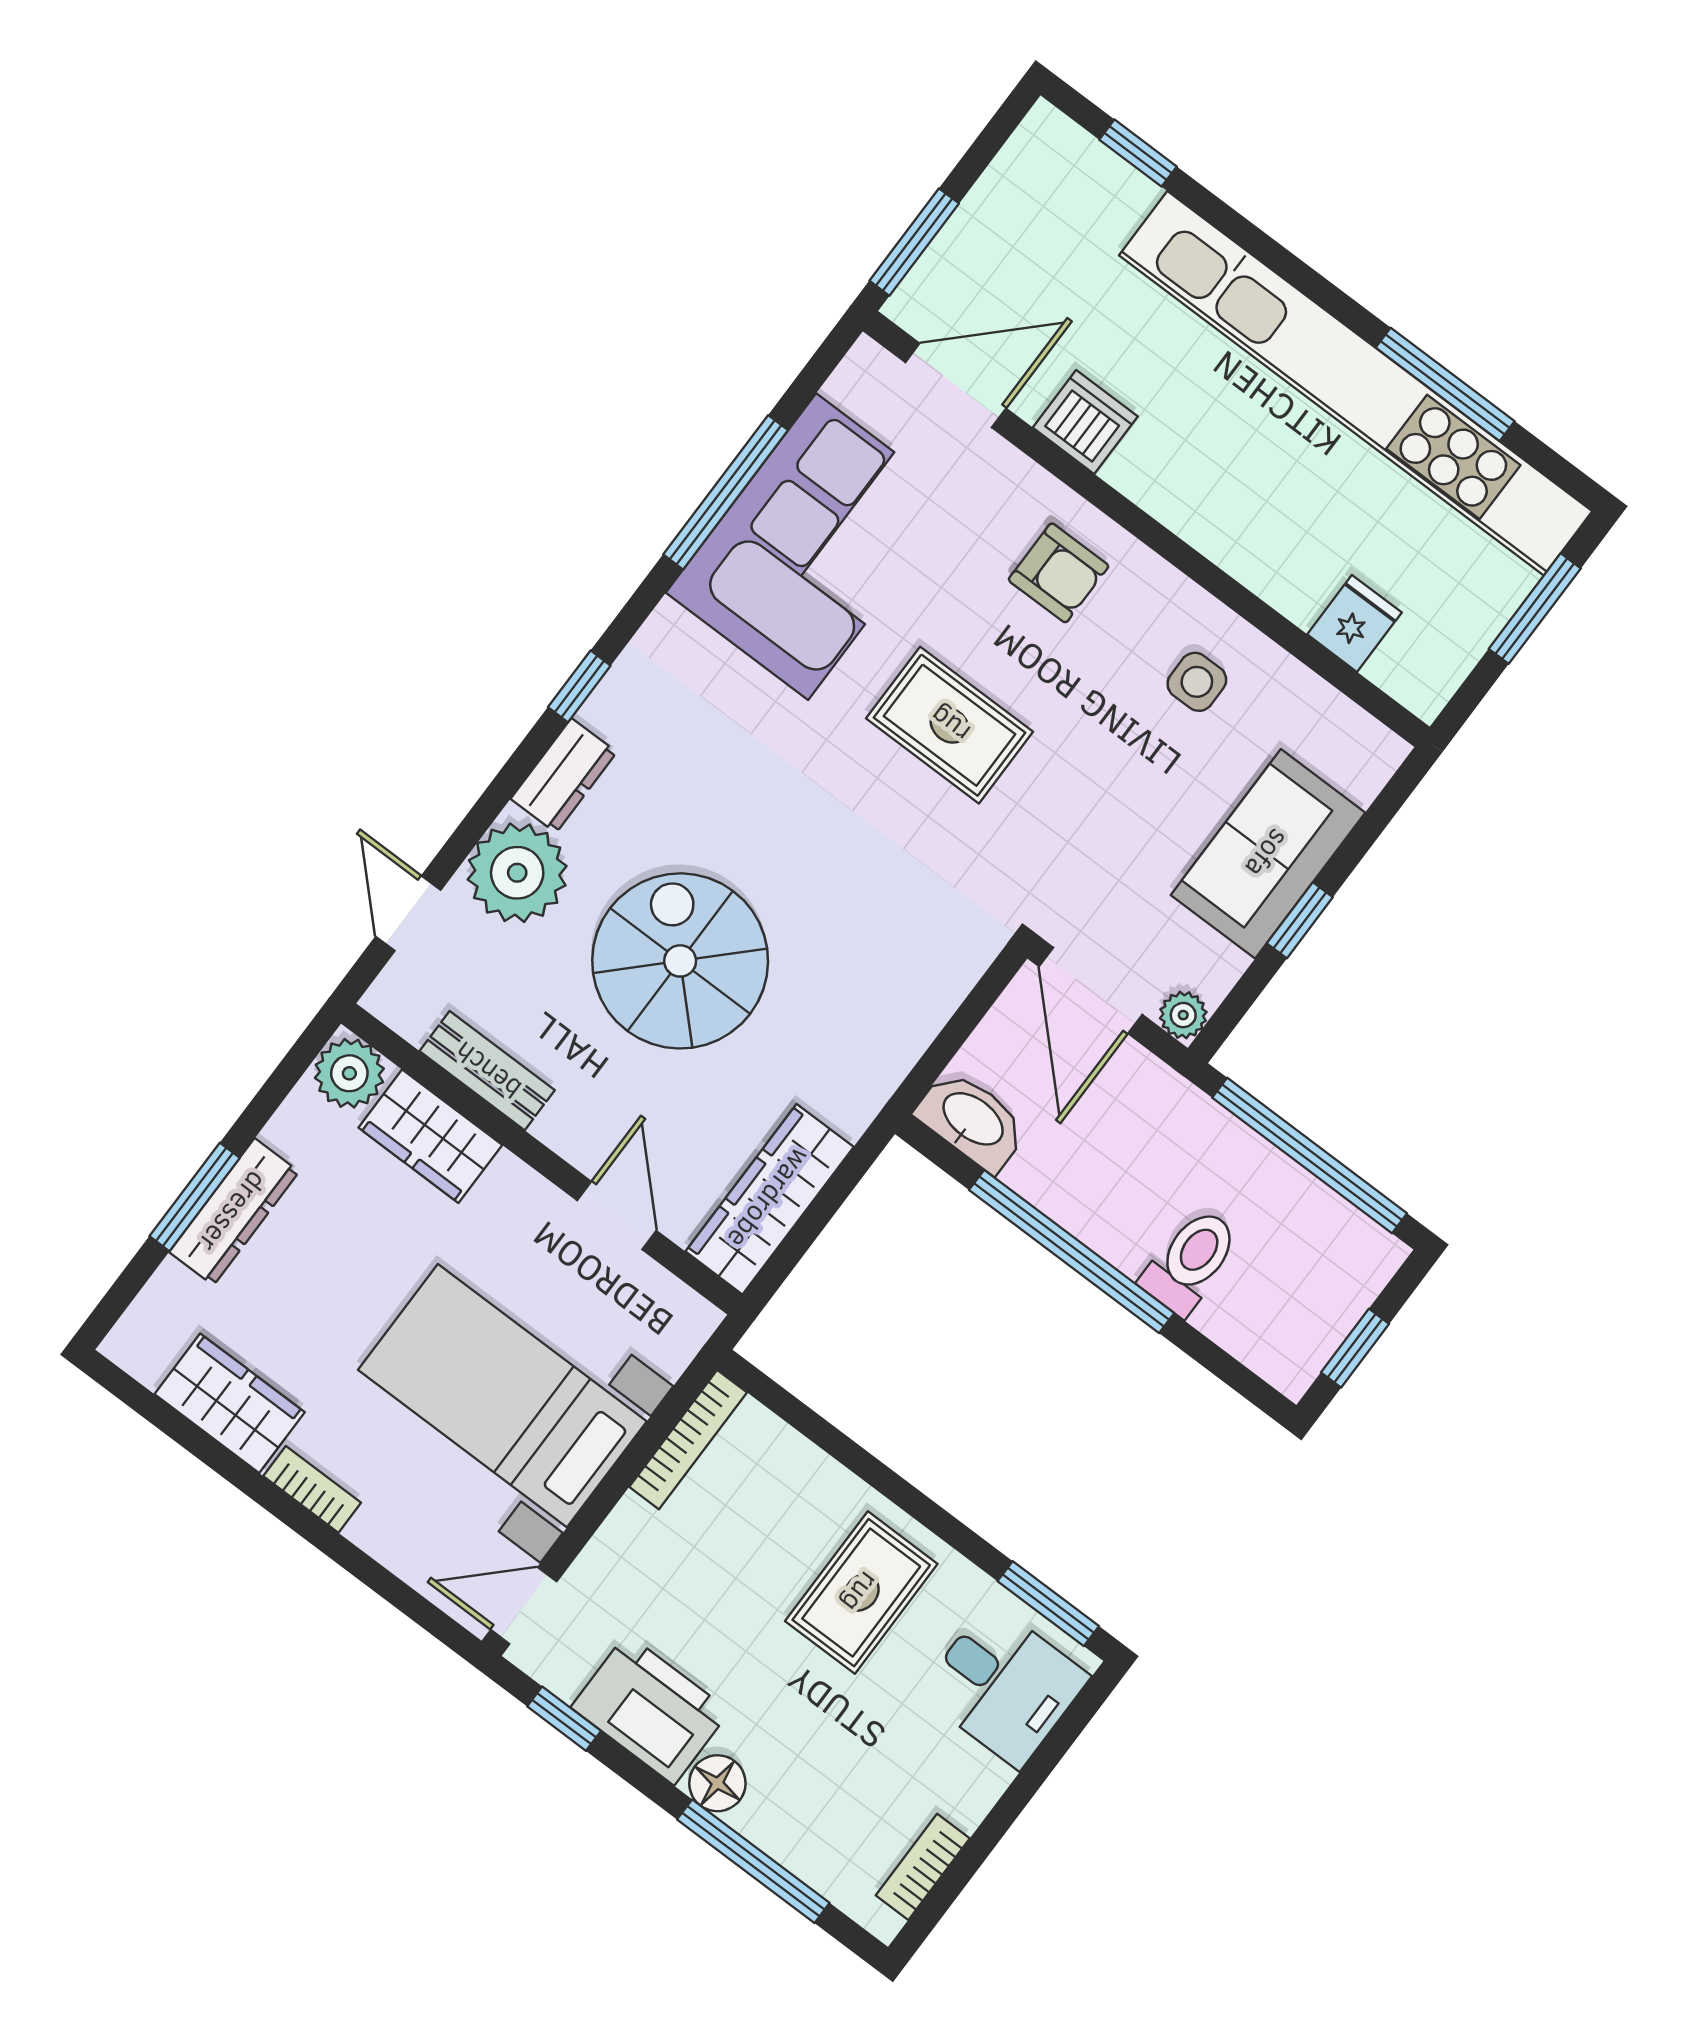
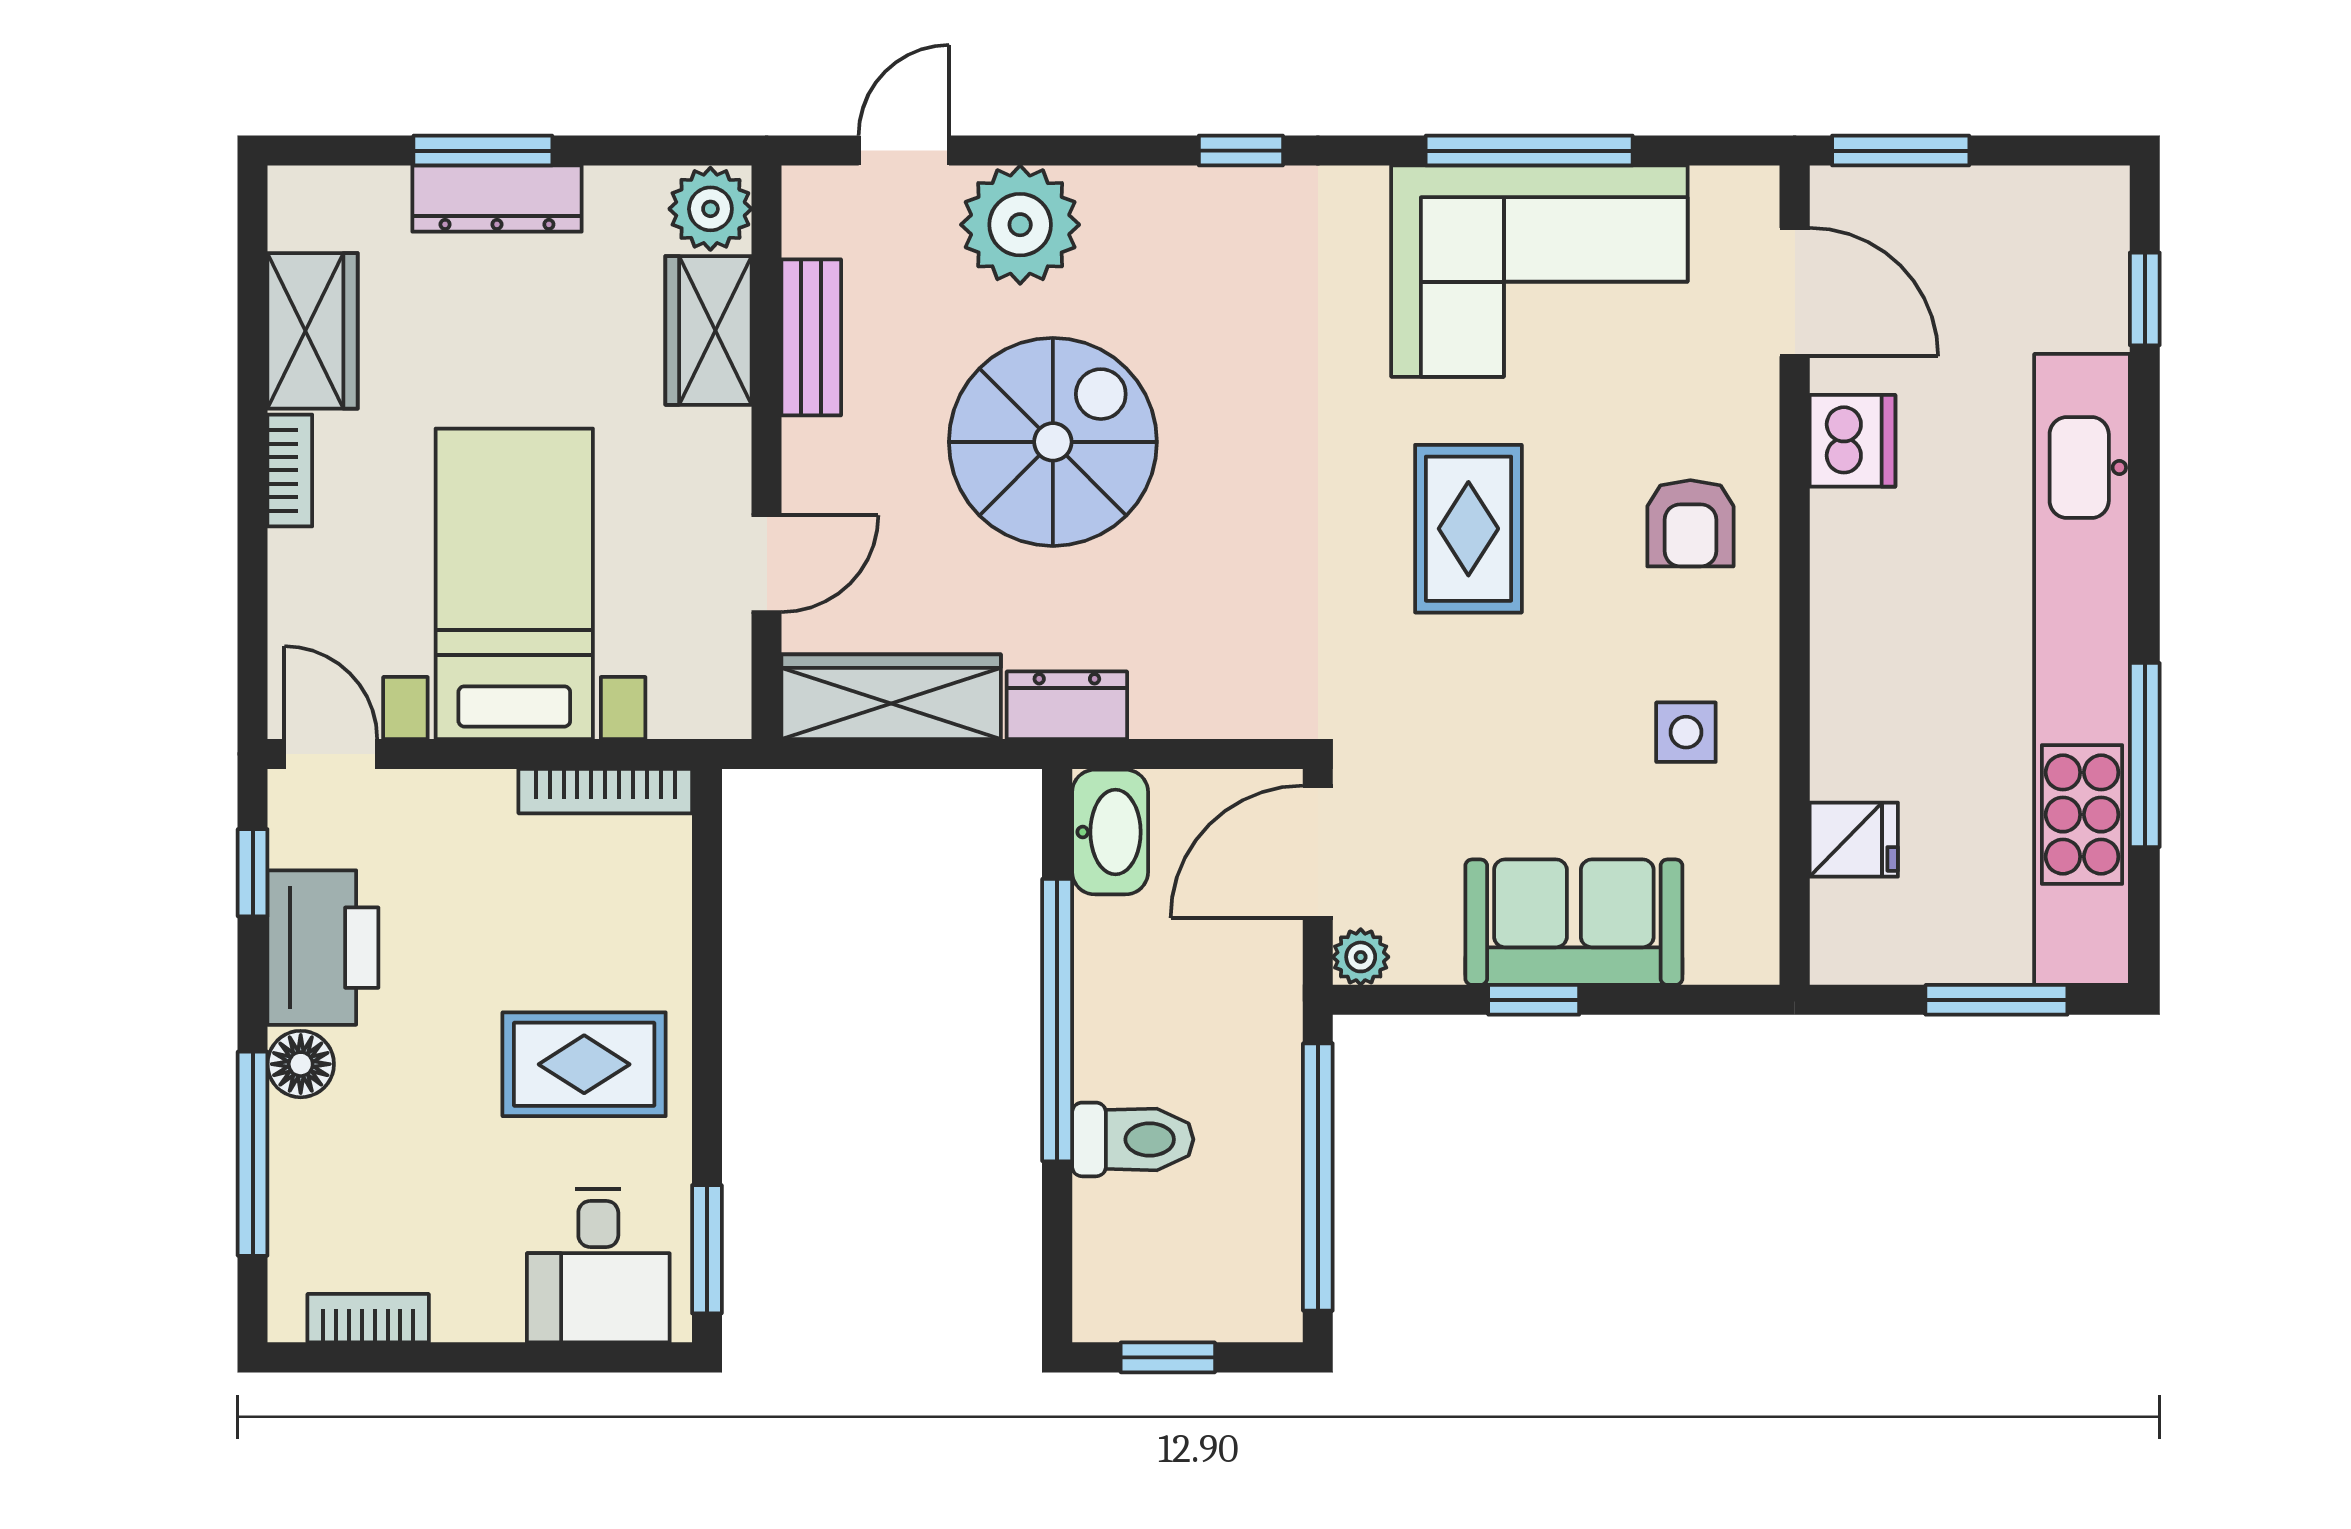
dresser: (564, 775) -> (1067, 705), moved, turned 180

